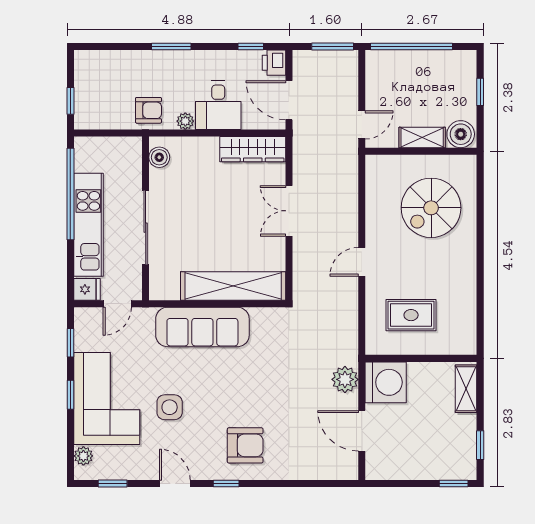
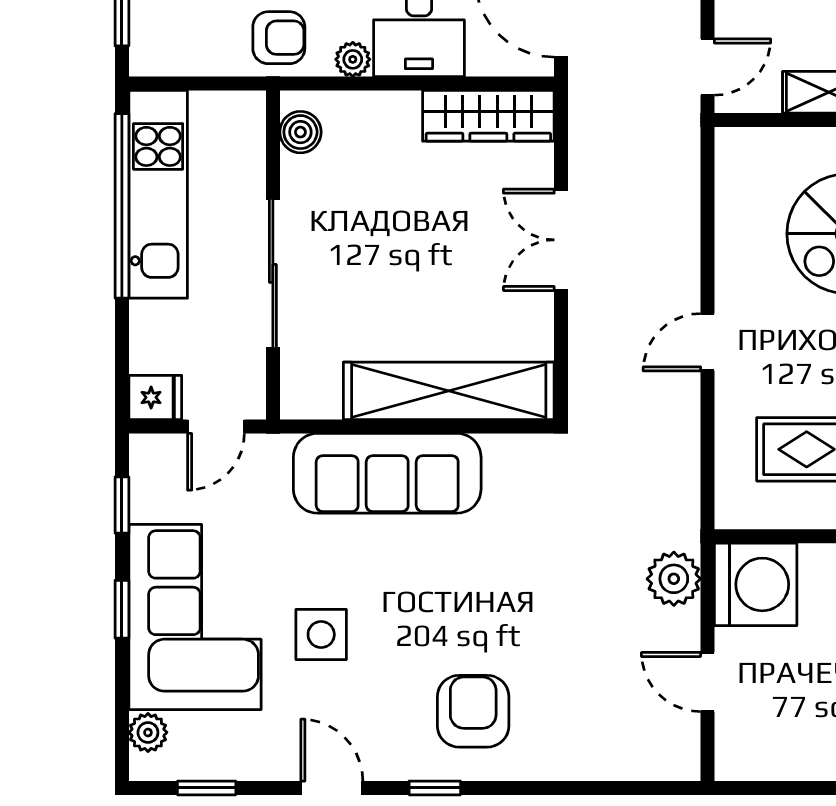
kitchen unit: (88, 225) -> (158, 194), moved
door: (362, 431) -> (707, 682), width x0.73
armchair: (245, 445) -> (473, 711), turned -90

